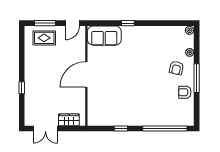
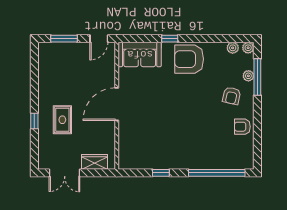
plant: (177, 30) -> (233, 48), added
rug: (44, 38) -> (62, 120), moved, turned 90
armchair: (143, 39) -> (189, 59), added
window: (197, 78) -> (257, 77), moved

